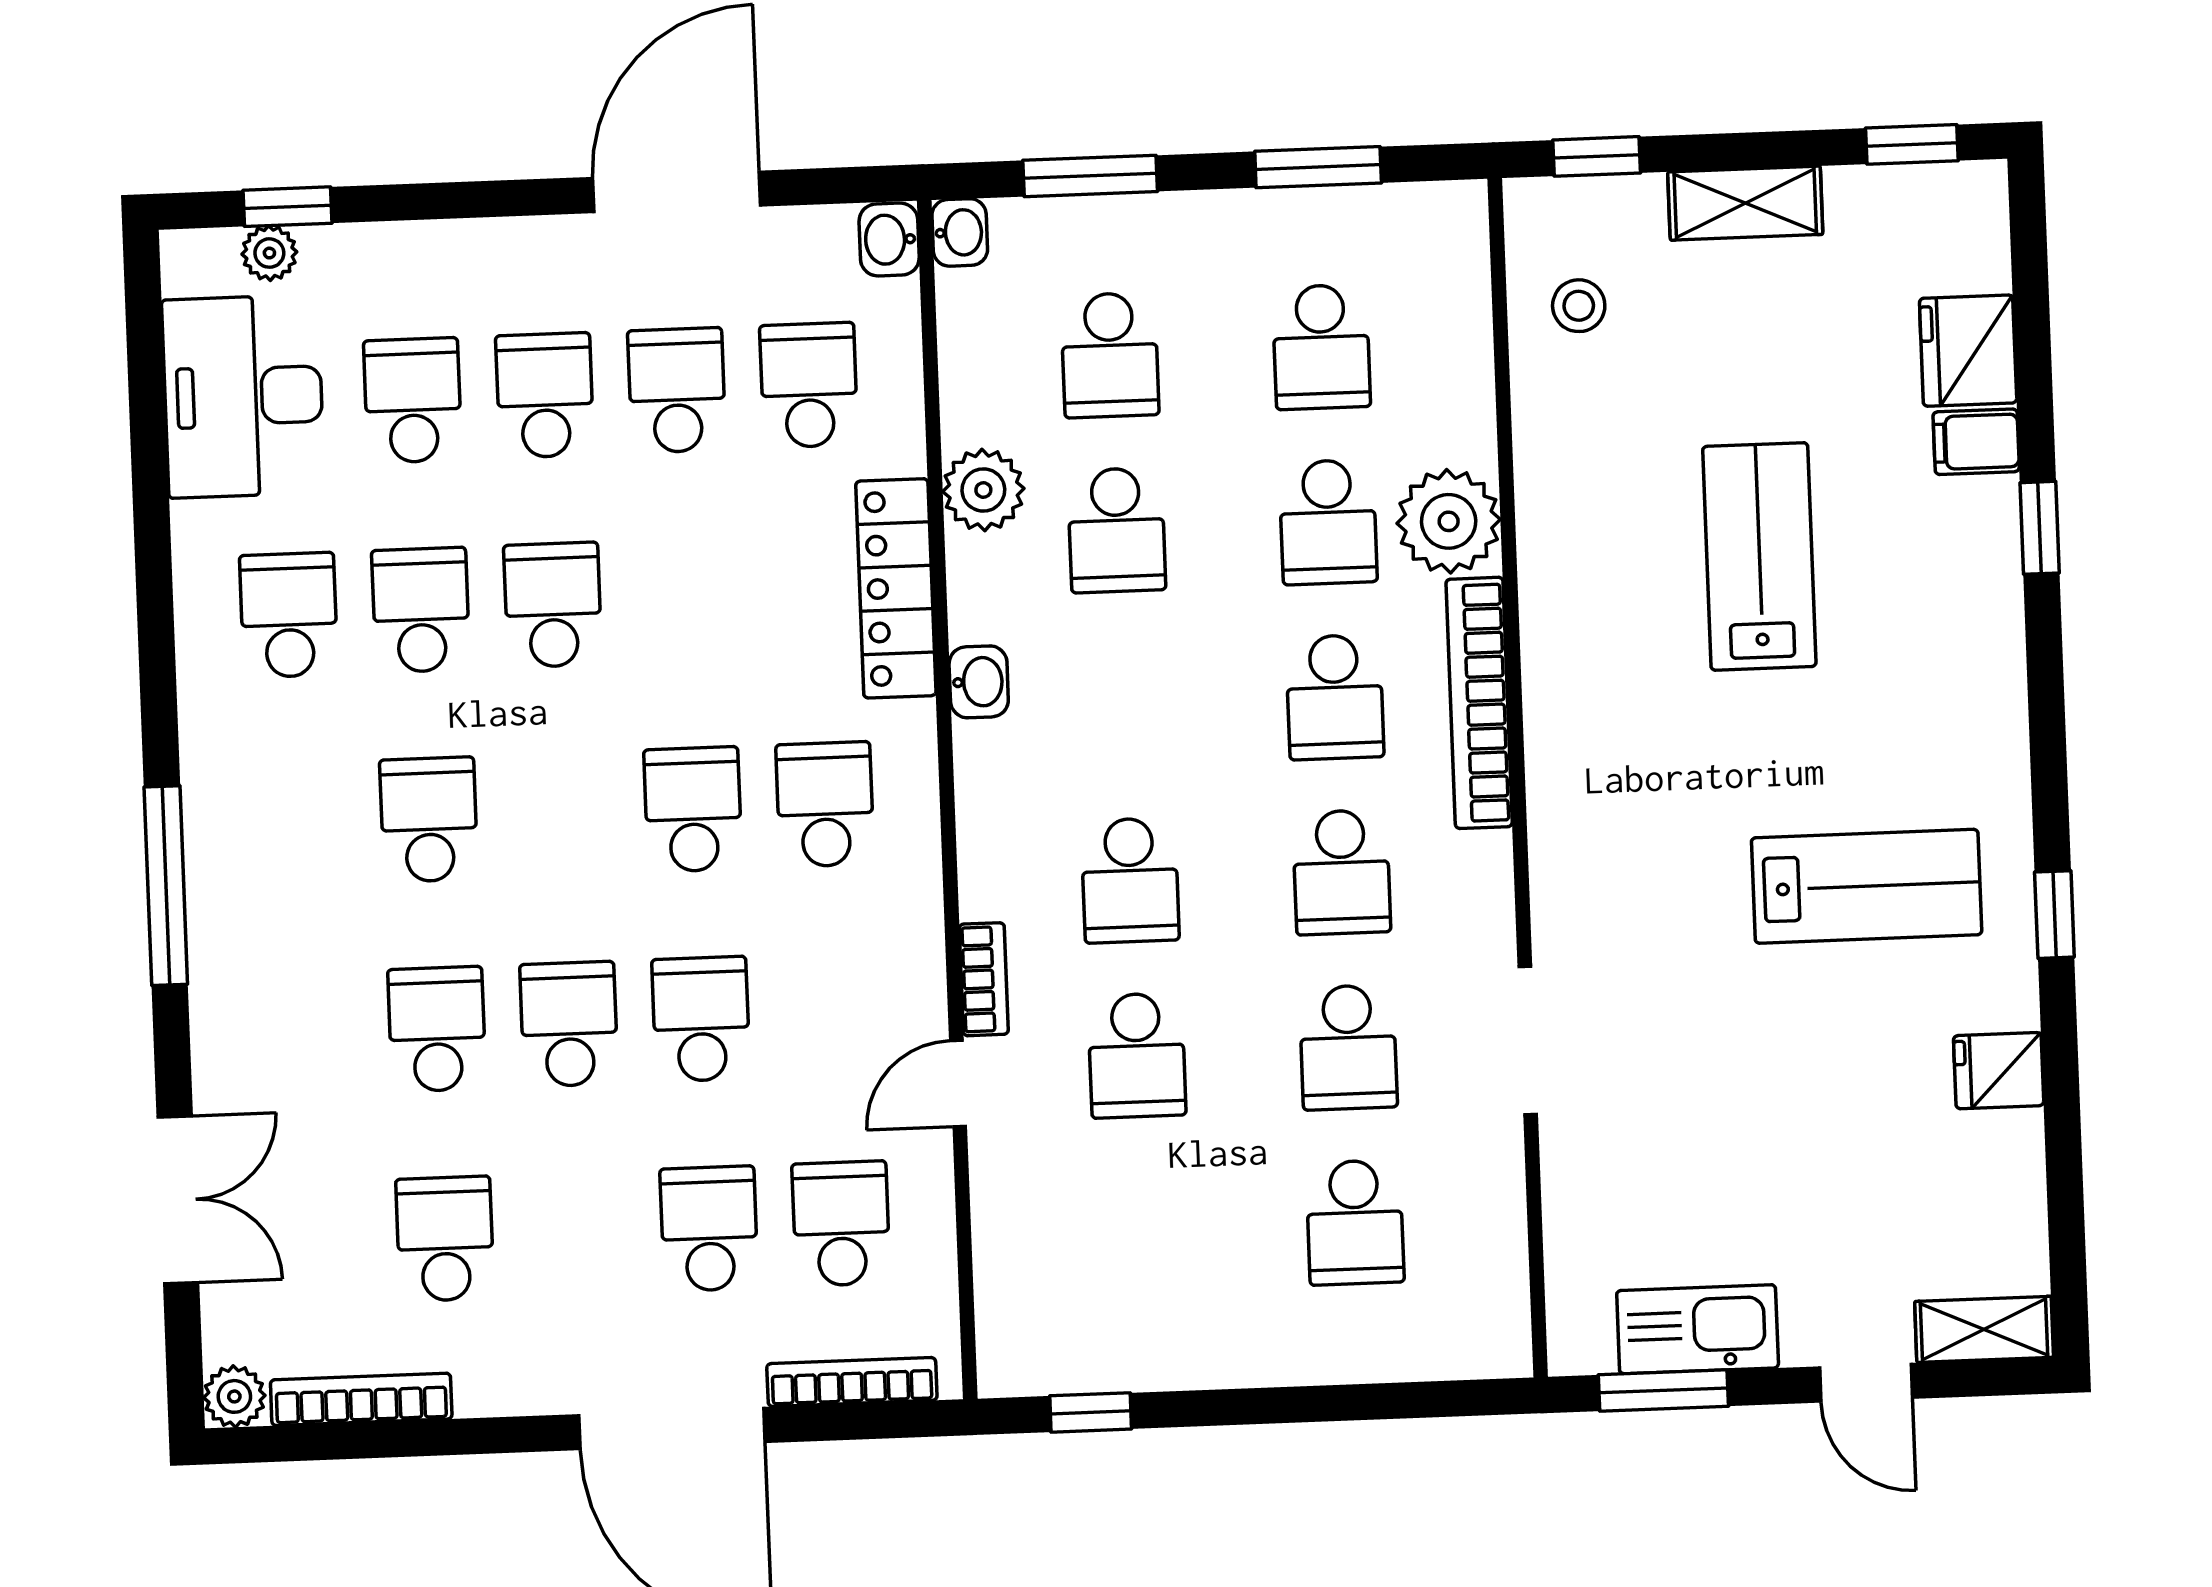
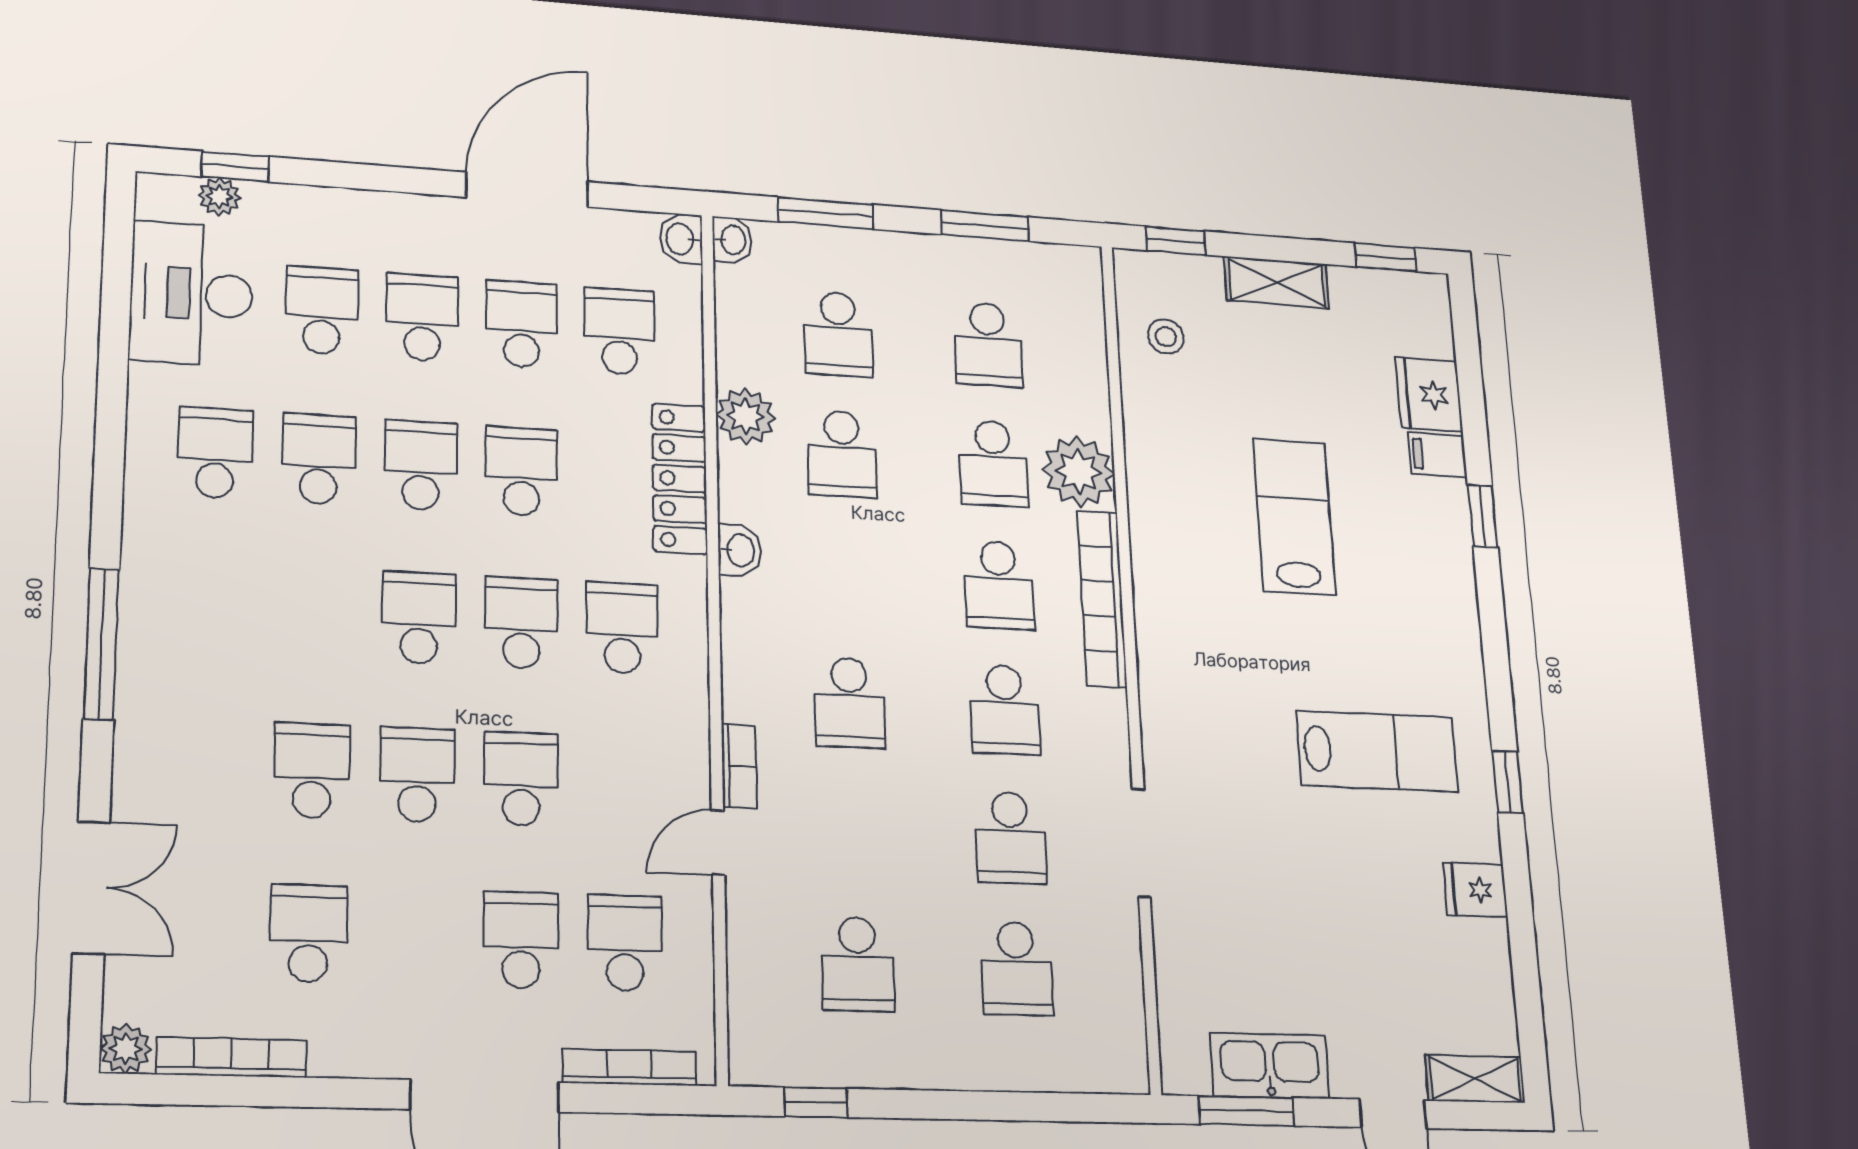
school desk: (685, 600) -> (521, 471), added
school desk: (429, 820) -> (419, 618), moved
school desk: (1137, 1055) -> (858, 964), moved

